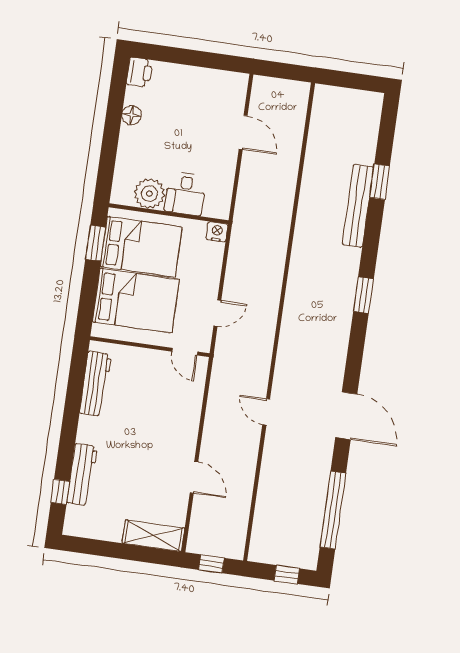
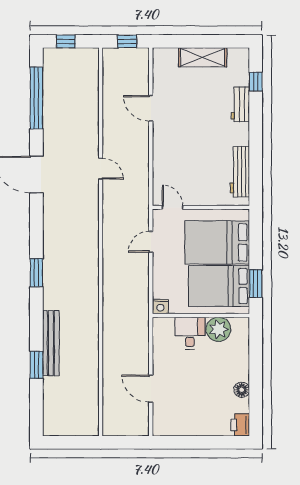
workbench: (82, 475) -> (240, 104), width x0.73
shelving: (154, 536) -> (203, 57), moved

